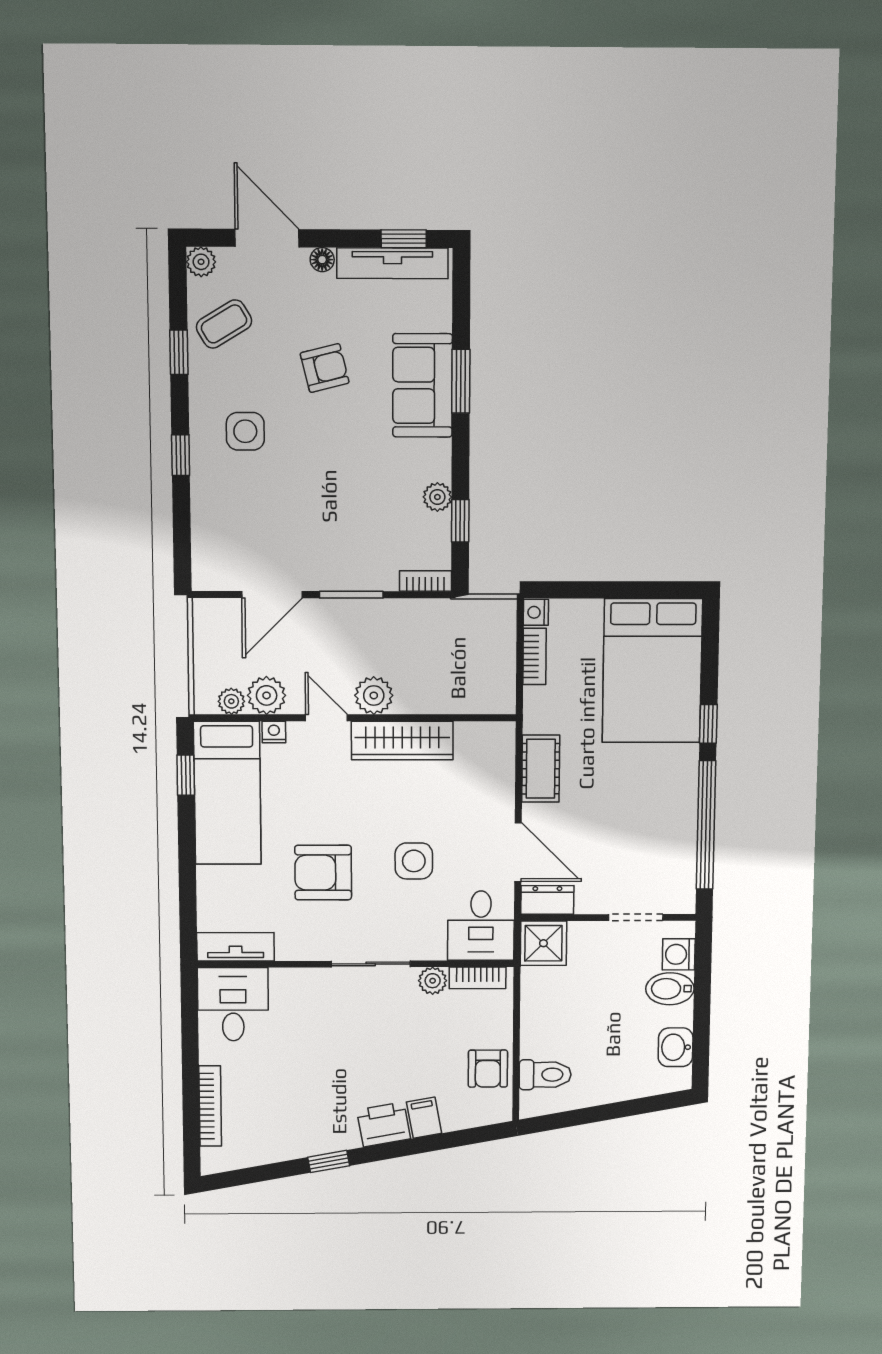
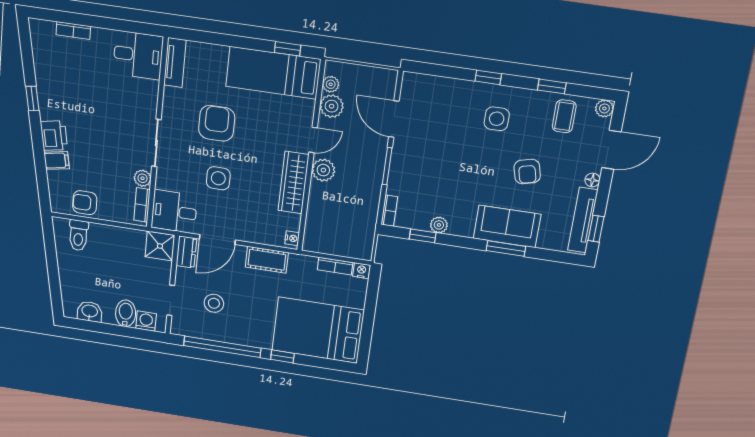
coffee table: (224, 324) -> (564, 116), turned 31
nightstand: (274, 732) -> (292, 238), moved
stool: (630, 847) -> (214, 303), added
bookcase: (210, 1106) -> (73, 30), width x0.64

